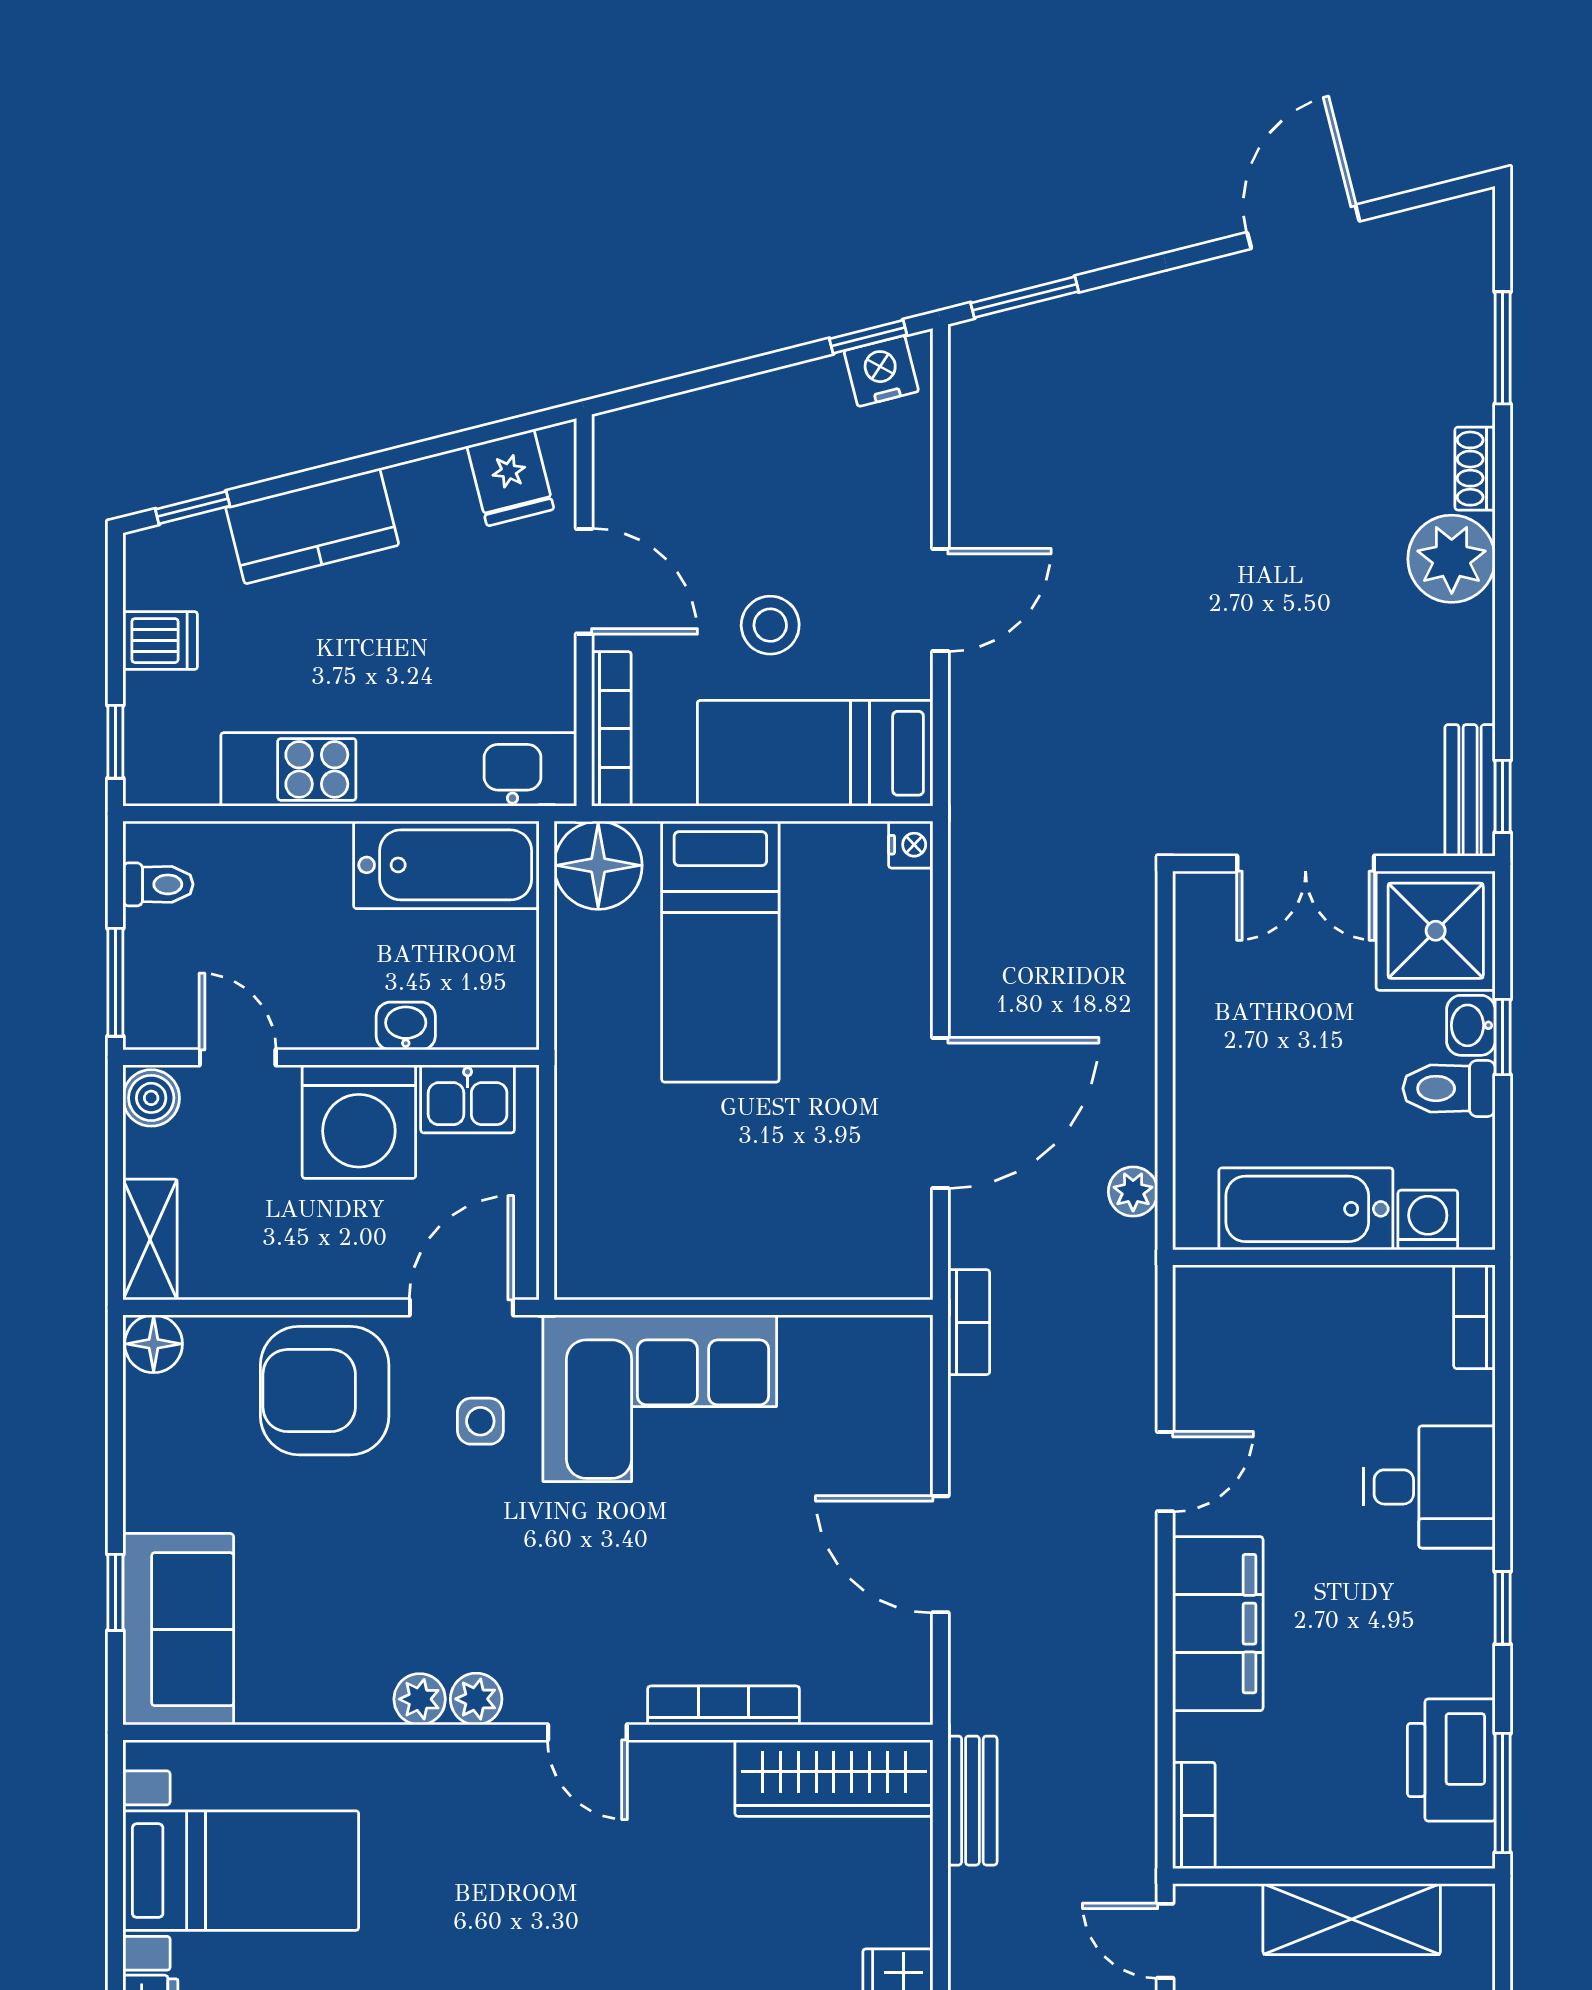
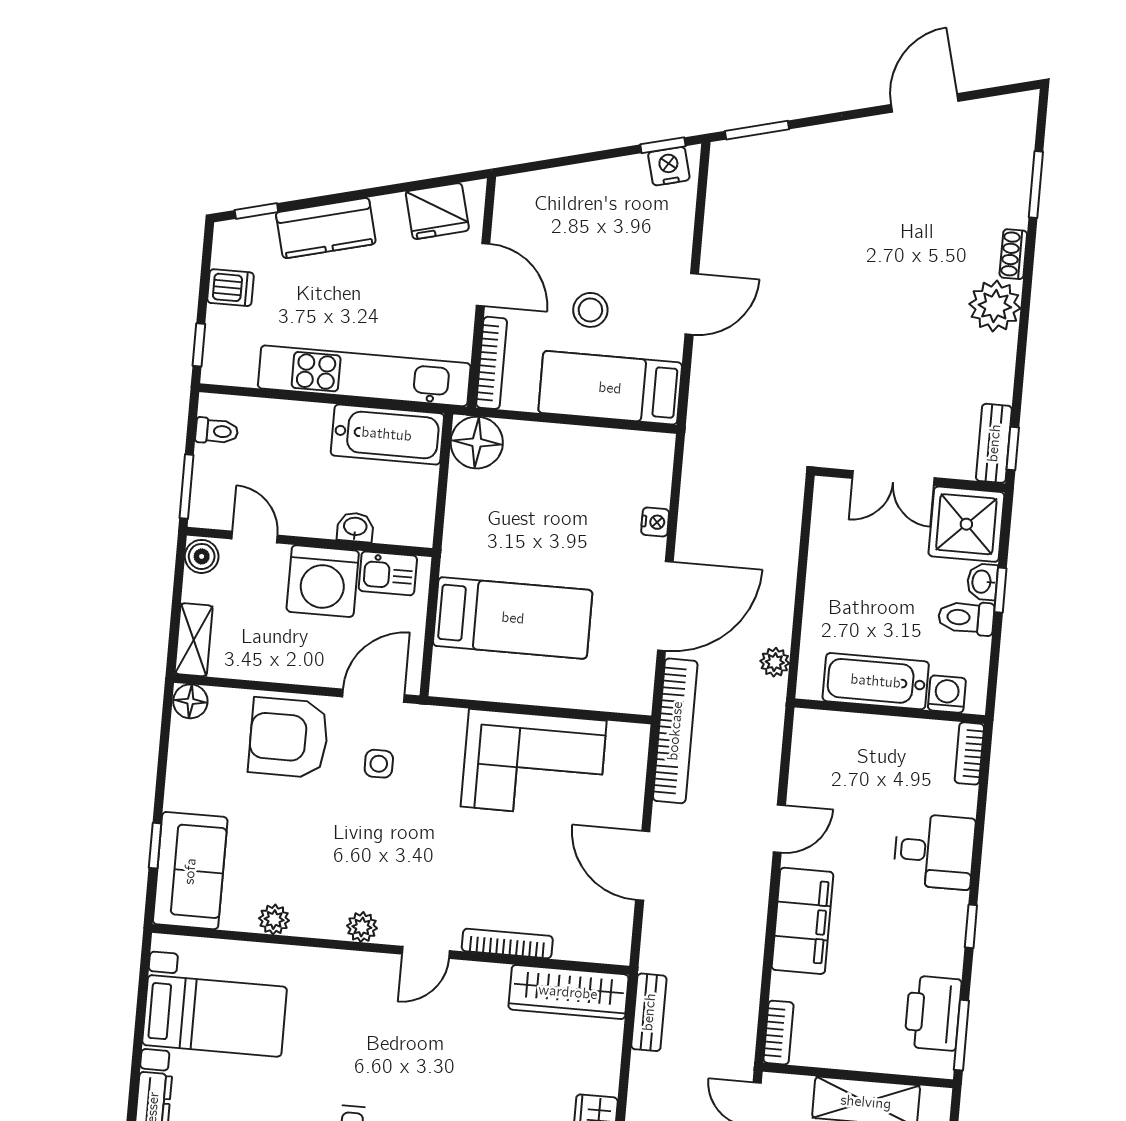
fridge: (510, 478) -> (437, 211), width x1.38
nightstand: (911, 845) -> (655, 522), moved
bed: (720, 952) -> (513, 618), moved, turned -90
bookcase: (969, 1322) -> (675, 731), width x2.31, depth x1.31
corner sofa: (660, 1398) -> (534, 764), moved
plant: (420, 1699) -> (274, 919), moved
door: (587, 1732) -> (426, 952), hinge flipped

